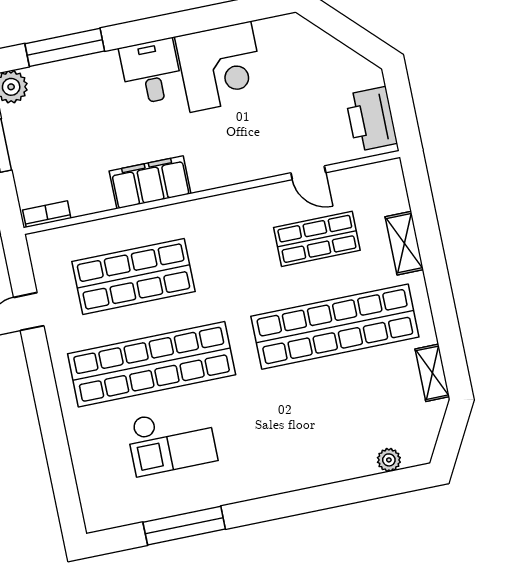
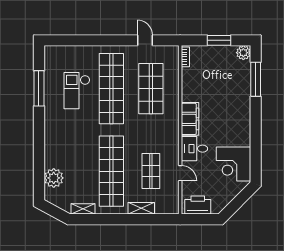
corner desk: (220, 67) -> (234, 164), moved
desk: (151, 72) -> (194, 149), moved, turned 180
door: (308, 173) -> (180, 173), swing flipped
filing cabinet: (150, 182) -> (190, 119), moved
plant: (389, 460) -> (54, 178), width x1.88, depth x1.88

